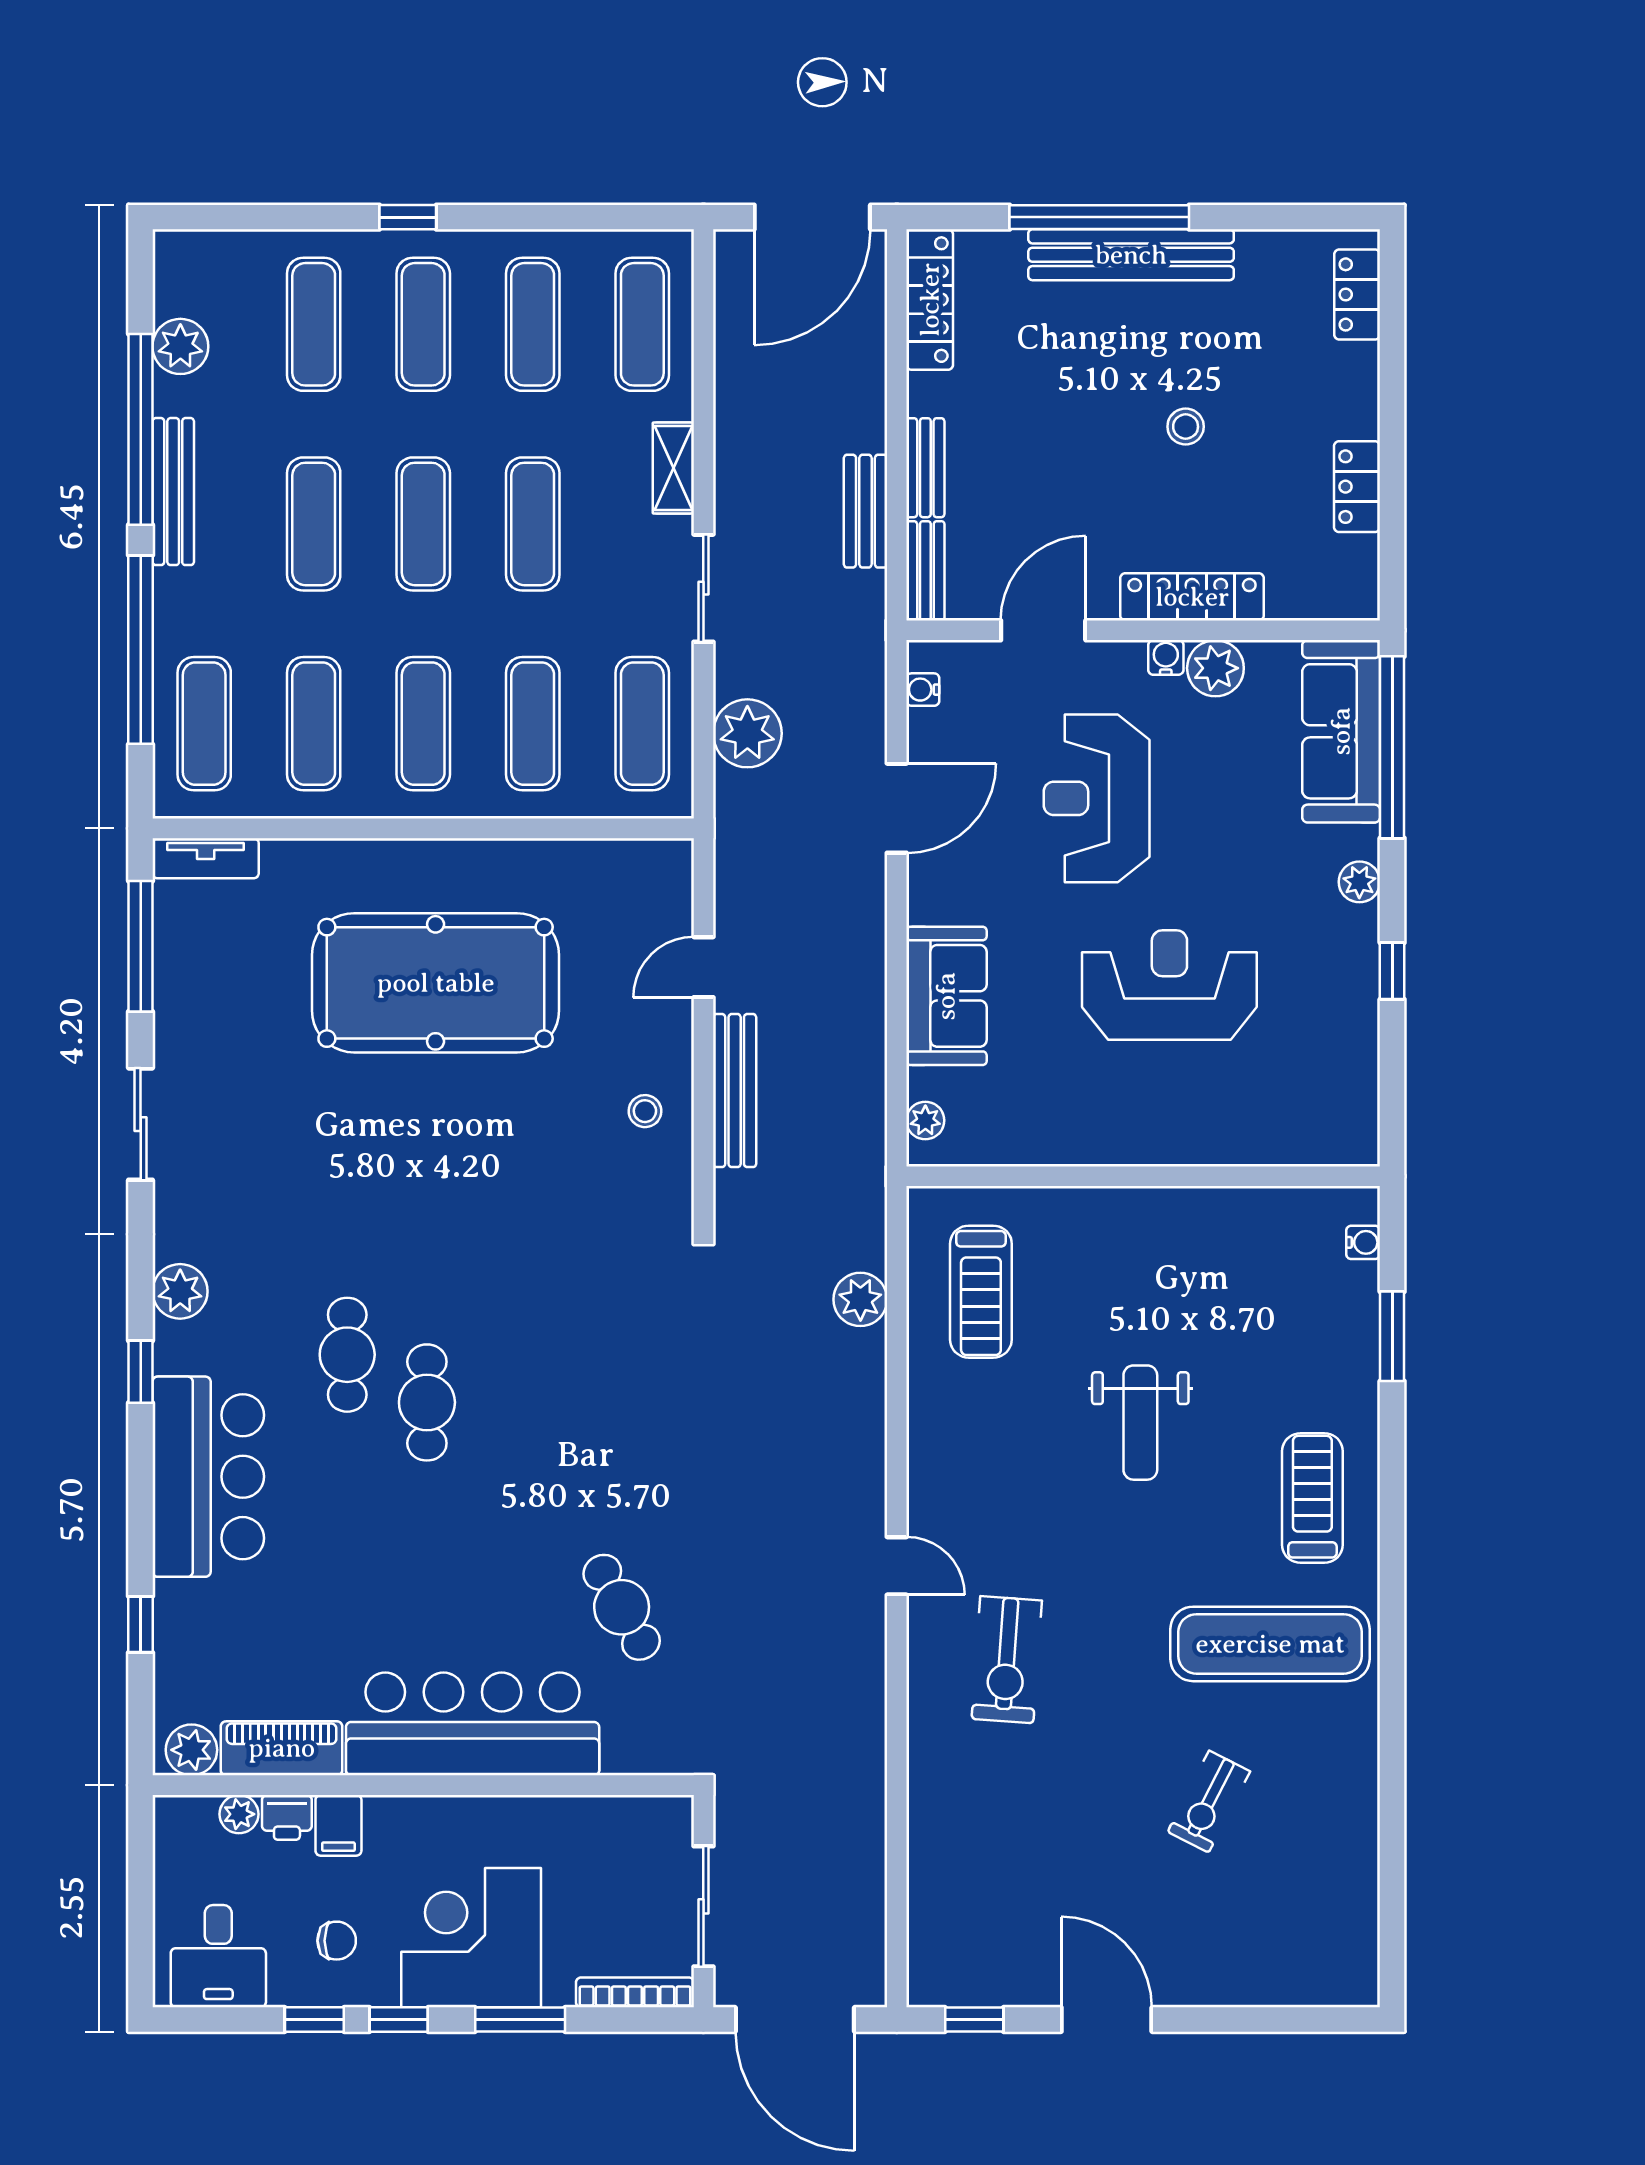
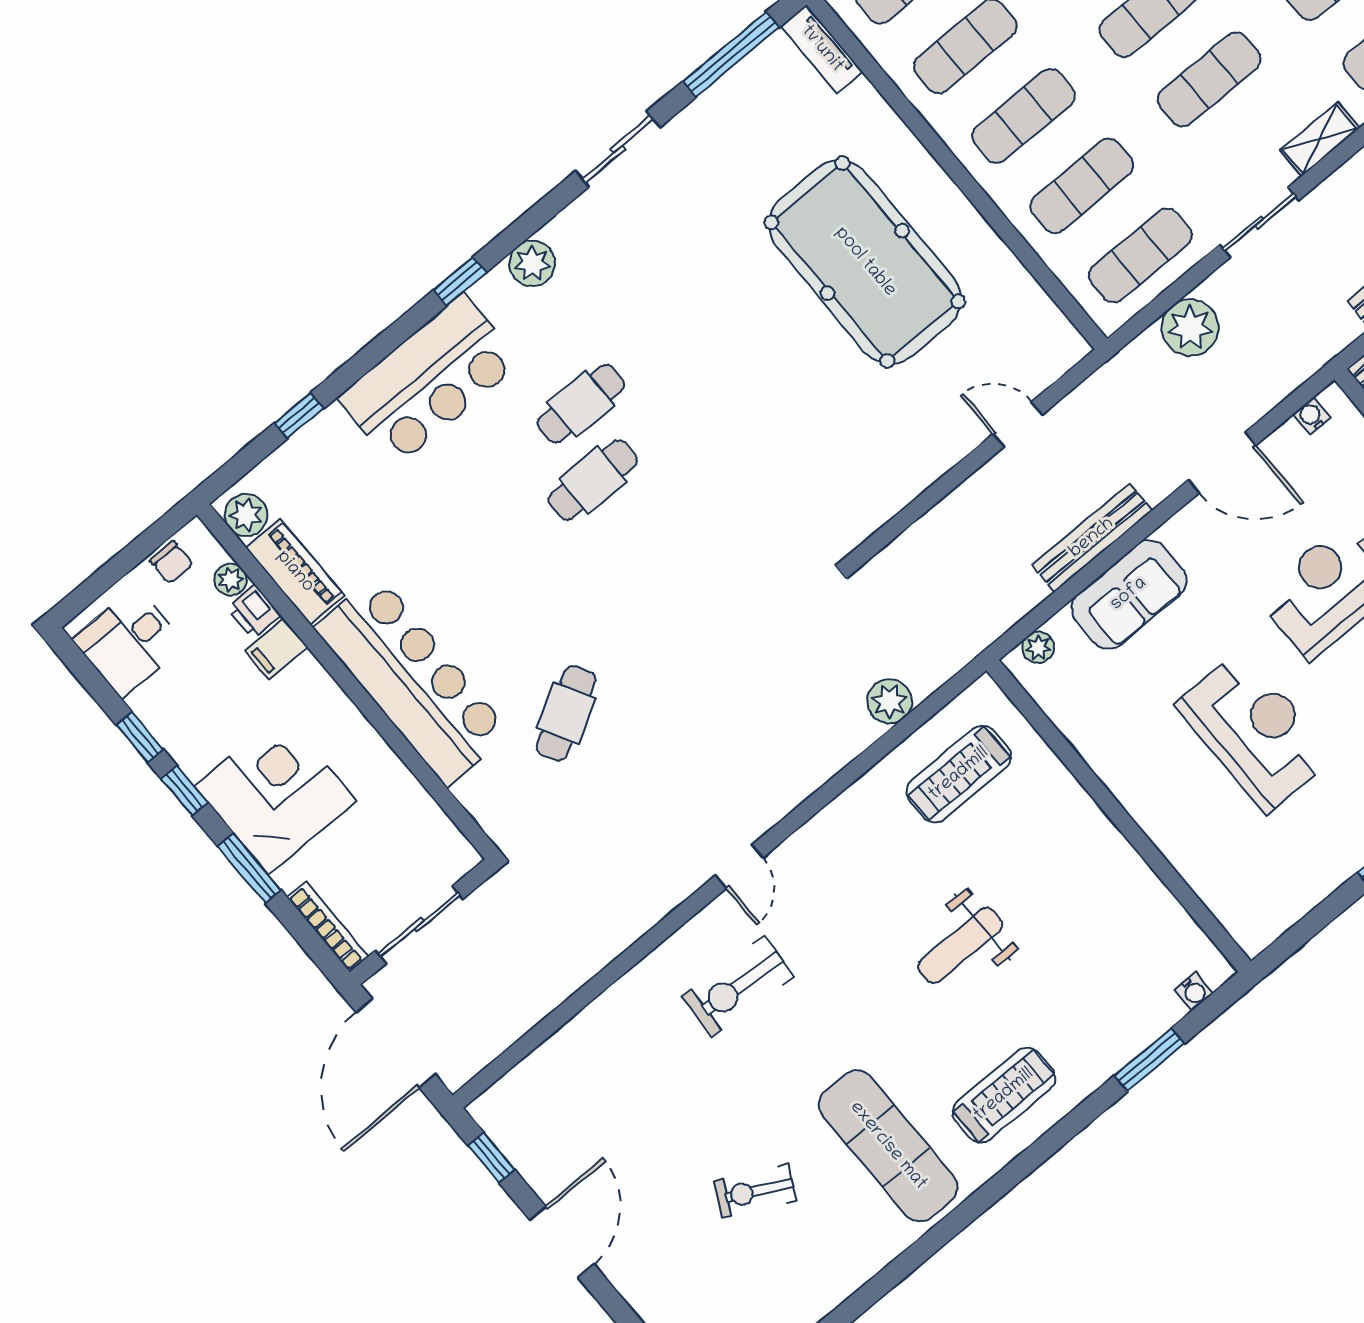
bench: (735, 1091) -> (1092, 538), moved
stool: (645, 1111) -> (895, 464), removed
chair: (337, 1941) -> (172, 562), moved

